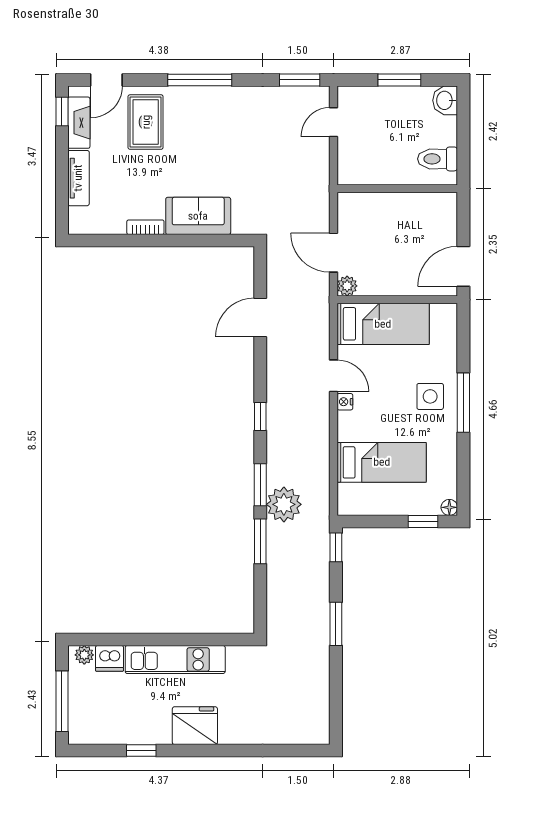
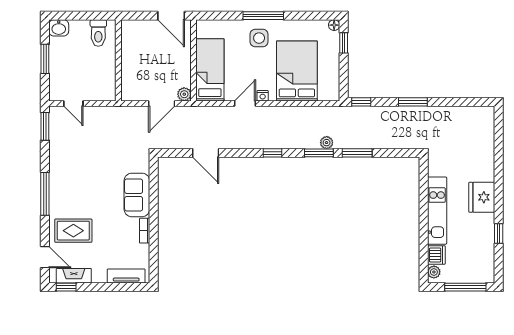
tv unit: (78, 178) -> (126, 276), moved
bed: (382, 462) -> (297, 71), width x1.50
plant: (284, 504) -> (327, 143), width x0.53, depth x0.53

